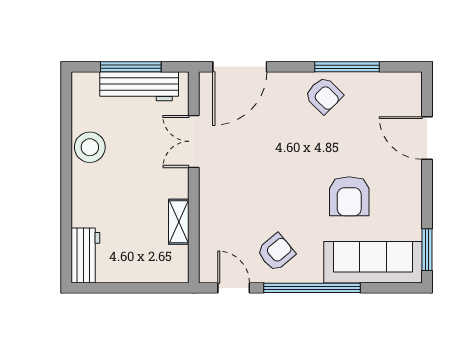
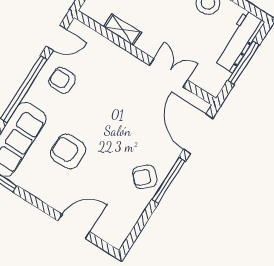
window: (347, 67) -> (168, 180), moved
workbench: (139, 86) -> (239, 41), moved
armchair: (276, 252) -> (62, 80), turned 130

